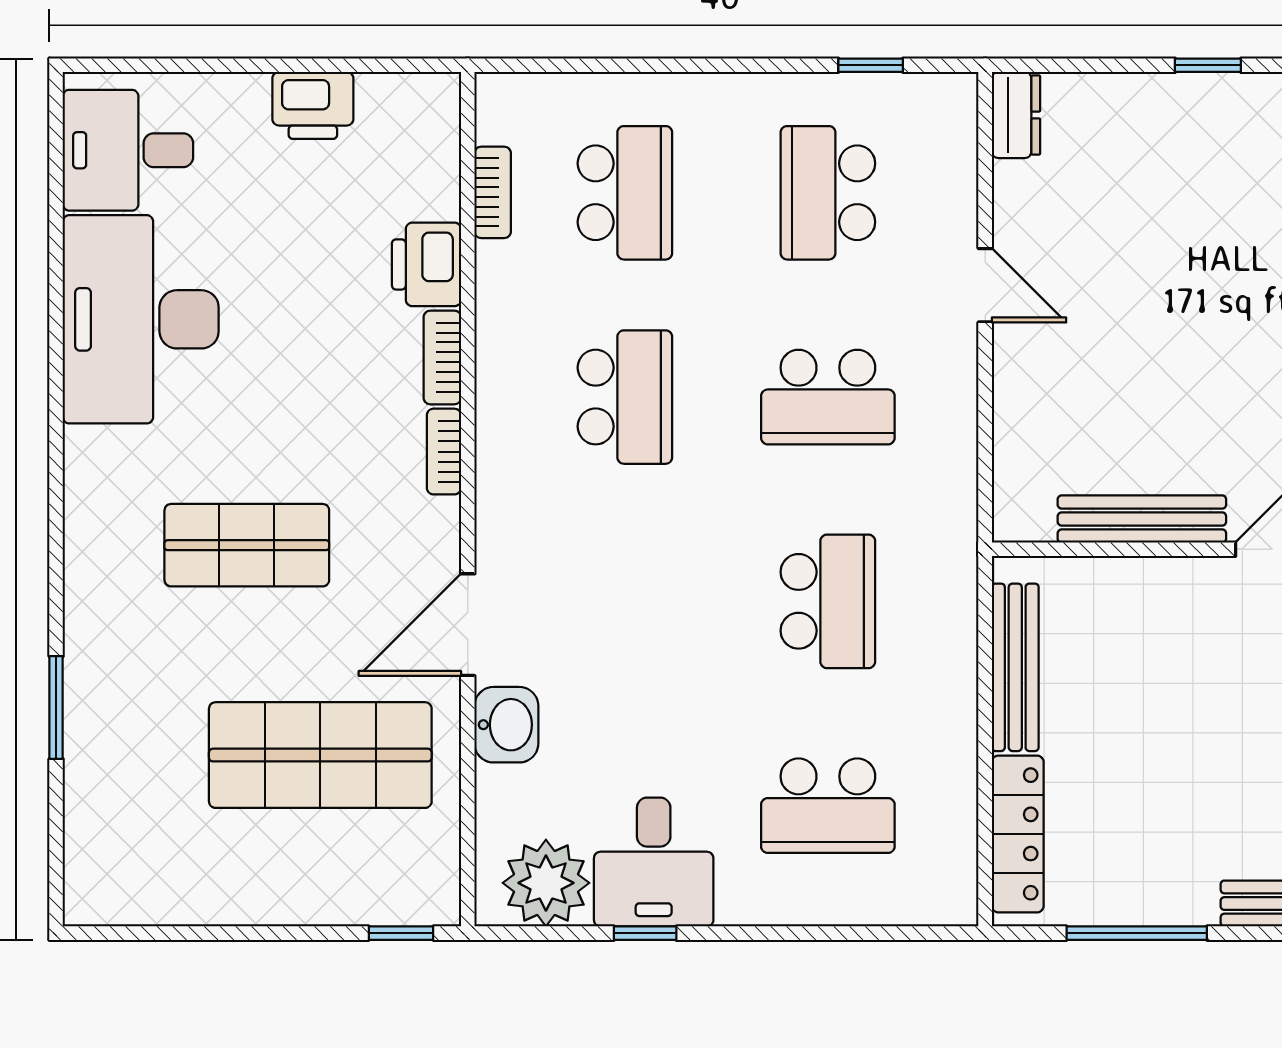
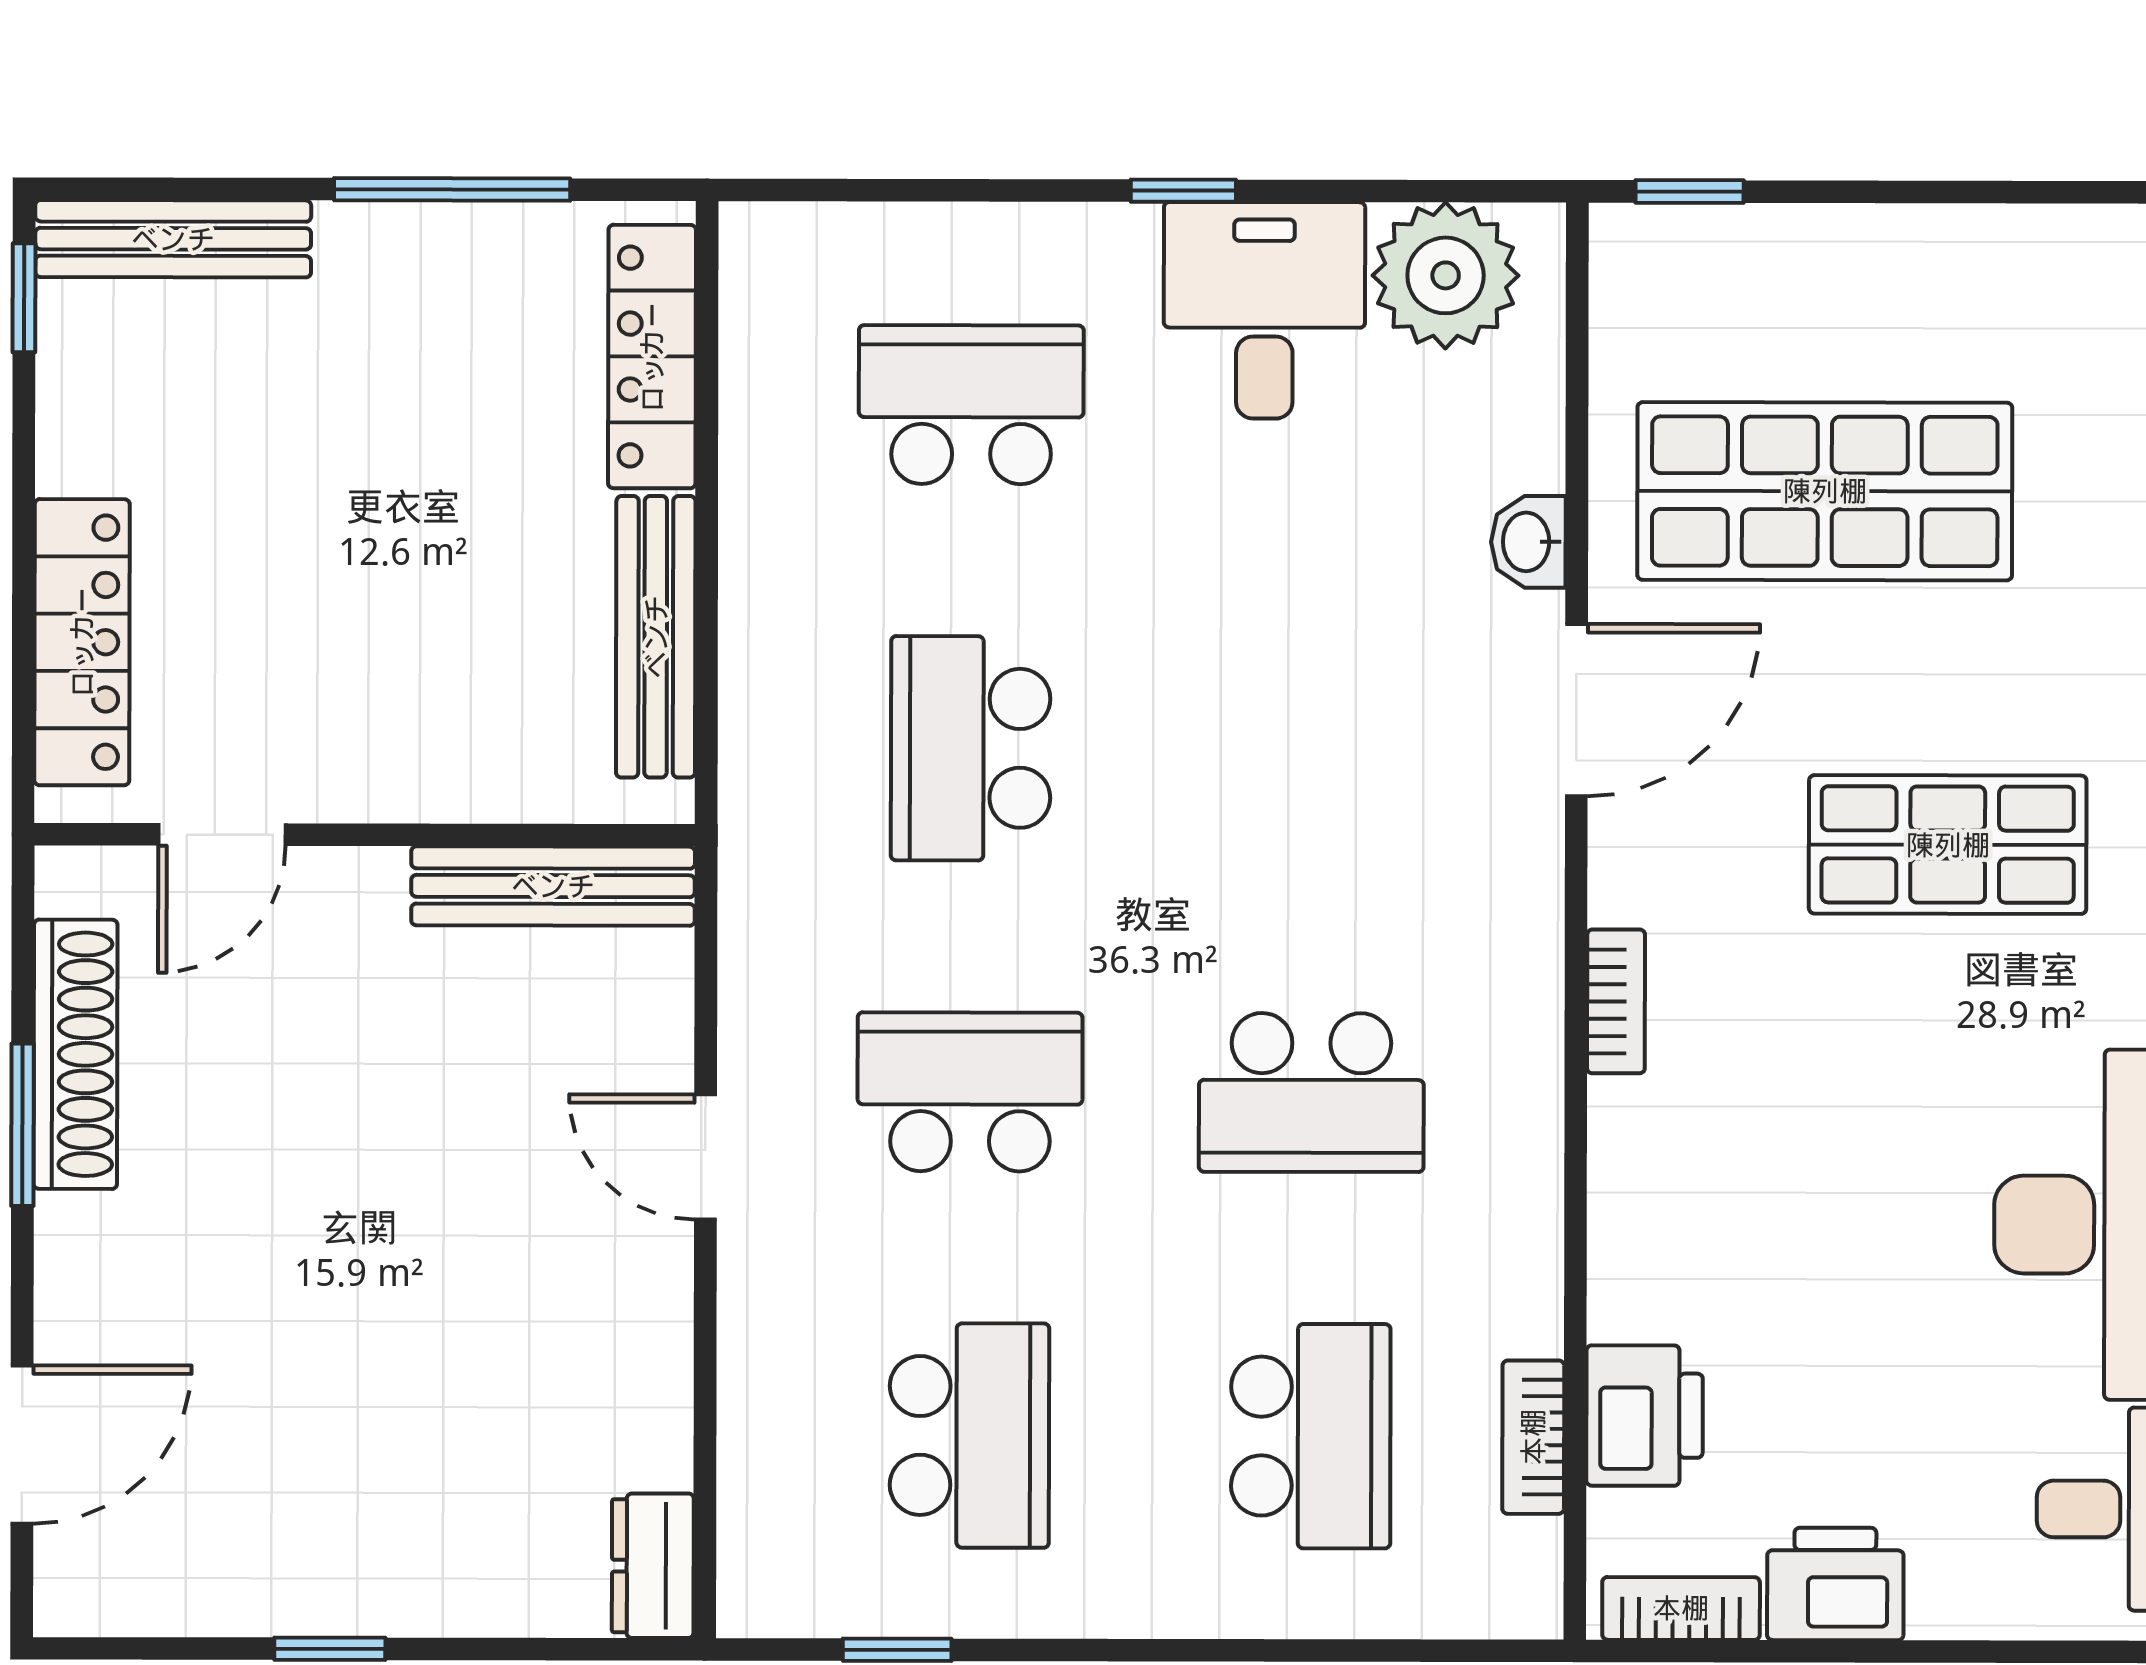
school desk: (625, 193) -> (1311, 1436), turned 180
printer: (427, 264) -> (1645, 1416), moved
door: (985, 285) -> (705, 1157), moved
bookcase: (442, 357) -> (1681, 1608), moved, turned -90
school desk: (625, 397) -> (1311, 1092), turned -90
bench: (1142, 519) -> (553, 886), moved
washbasin: (506, 725) -> (1528, 542), width x0.72, depth x0.69
window: (645, 933) -> (1183, 191), moved

